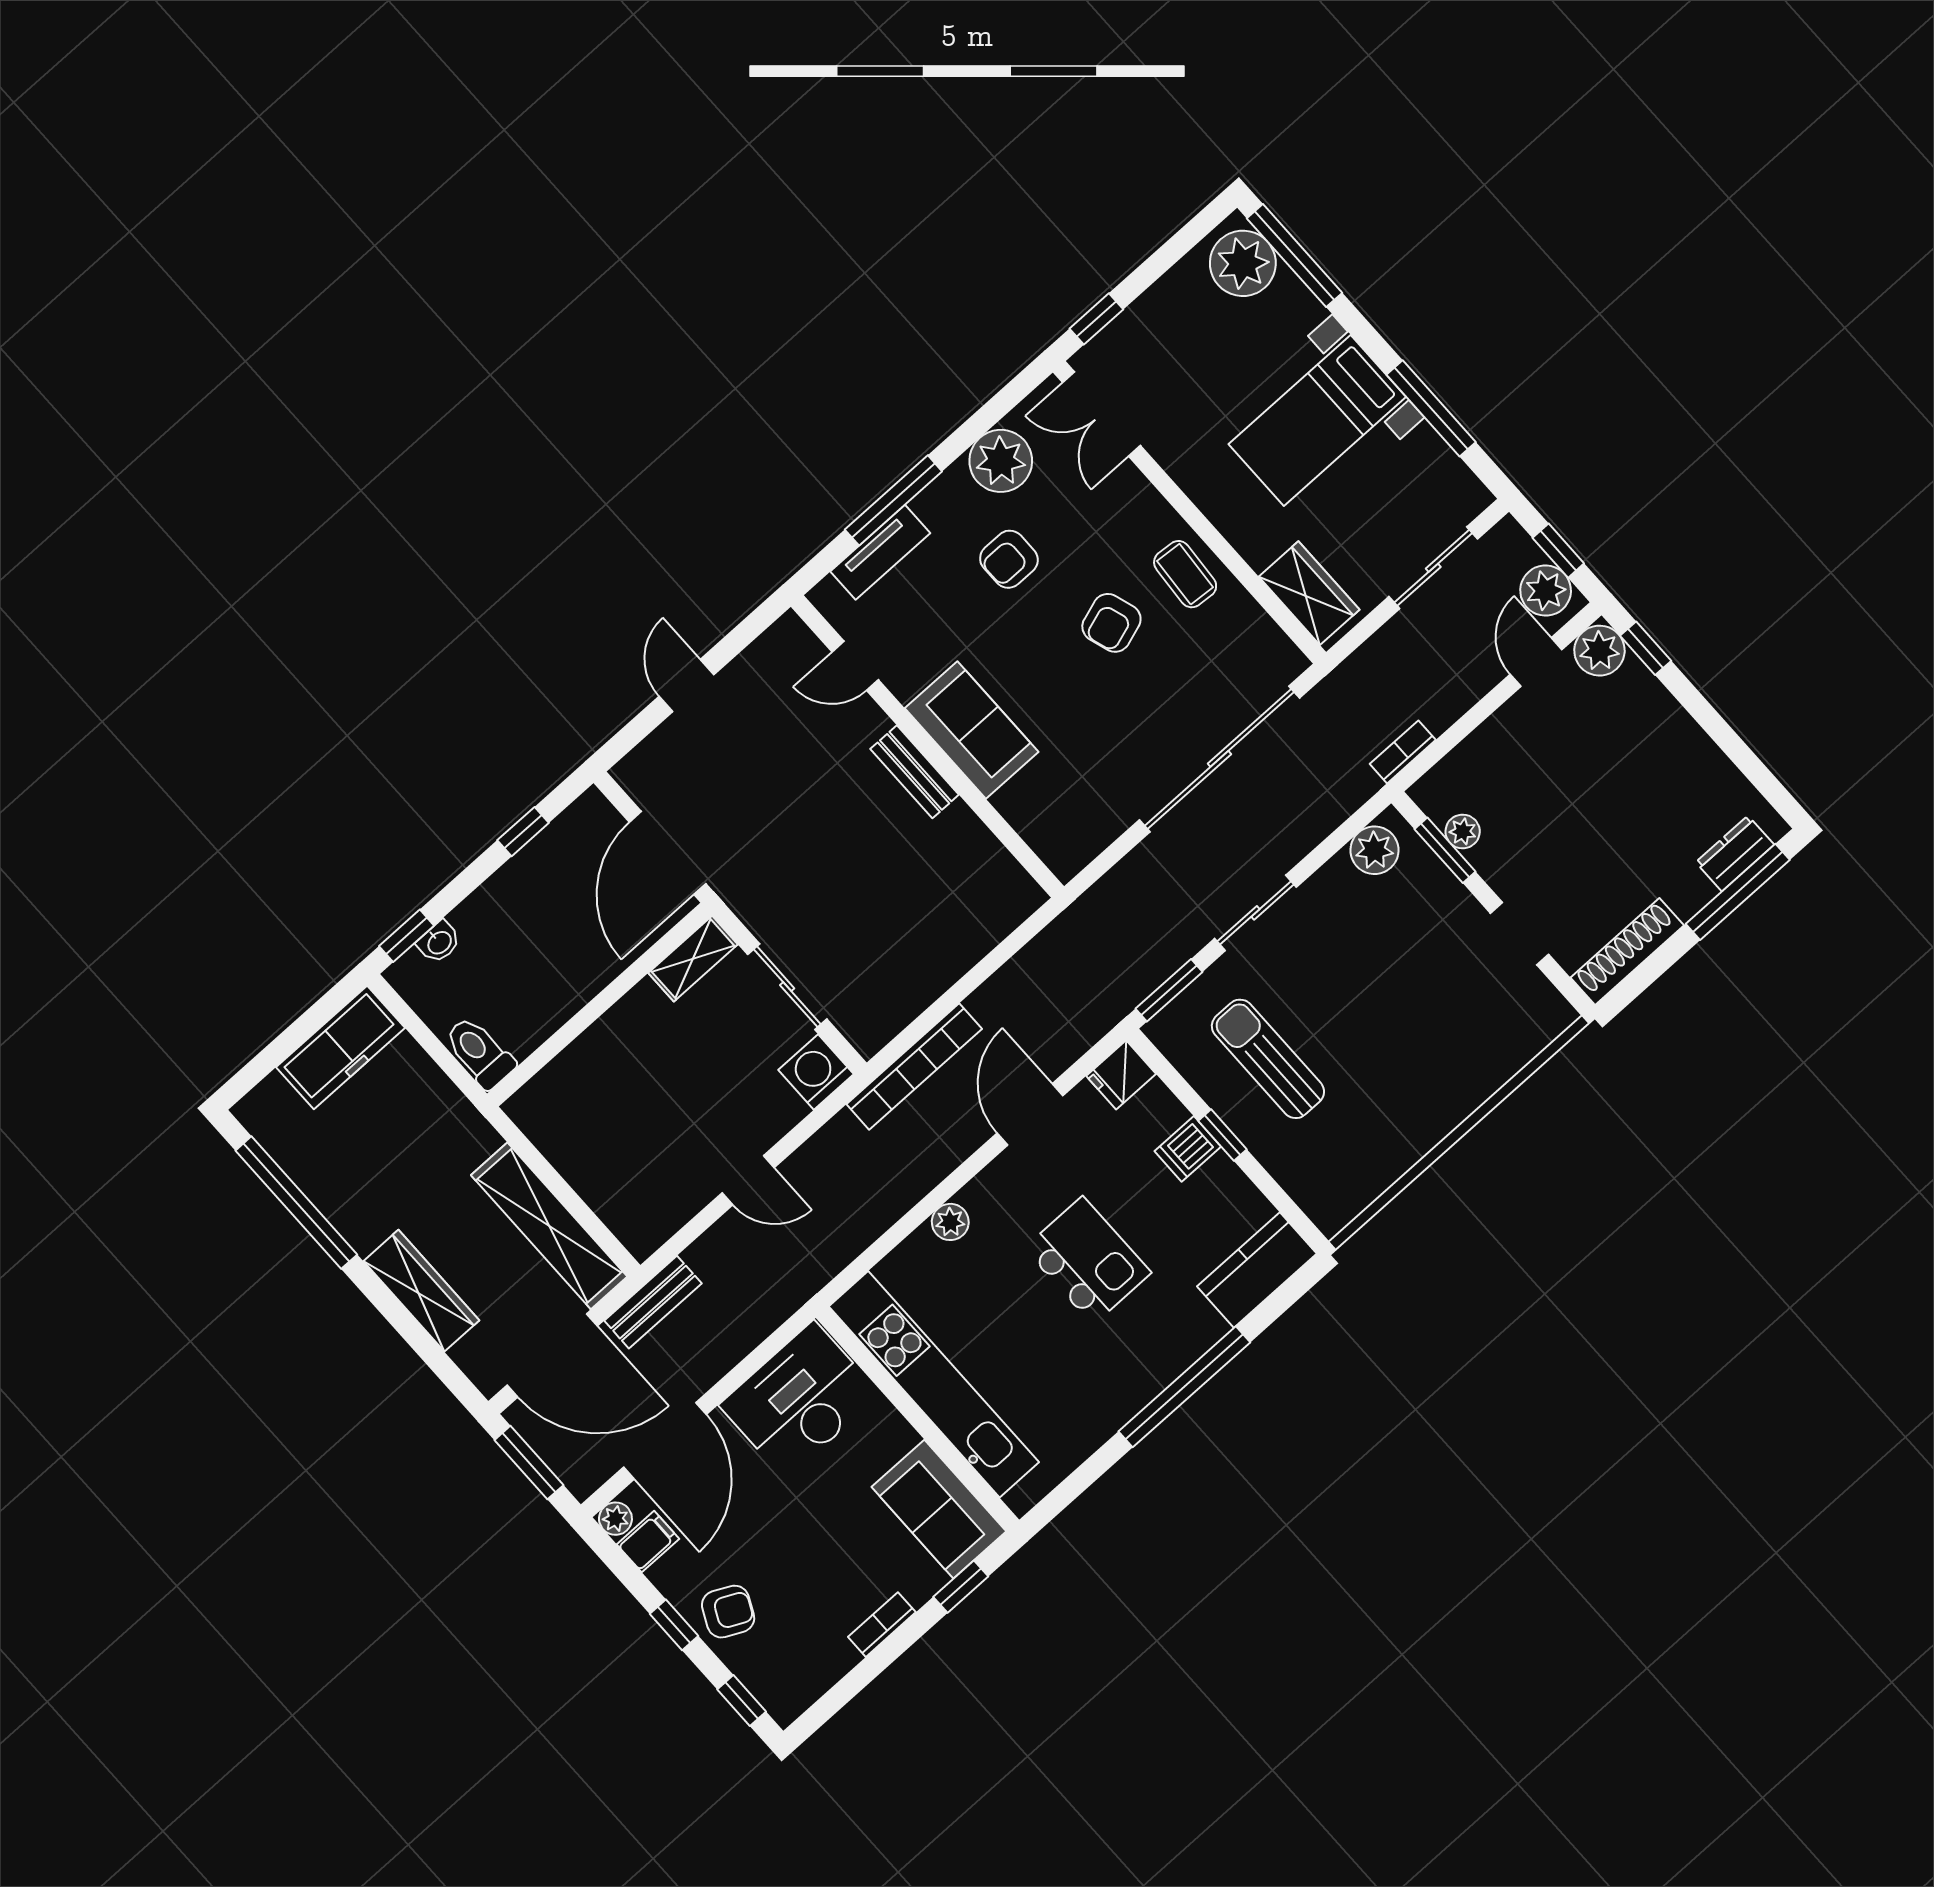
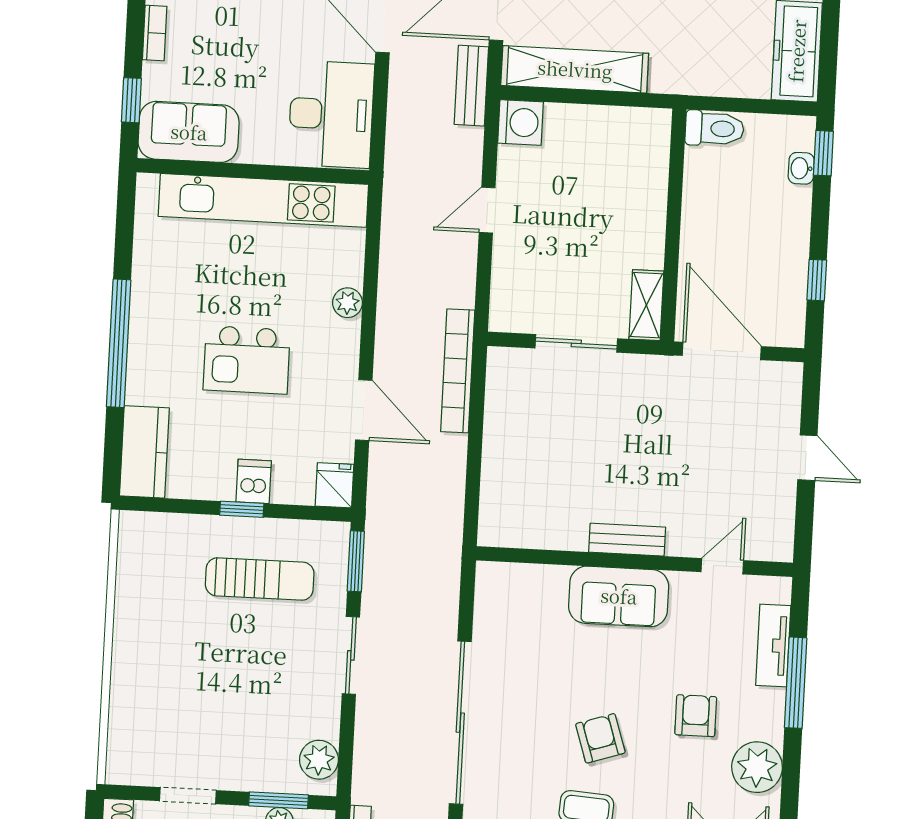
washing machine: (816, 1072) -> (521, 122), moved

